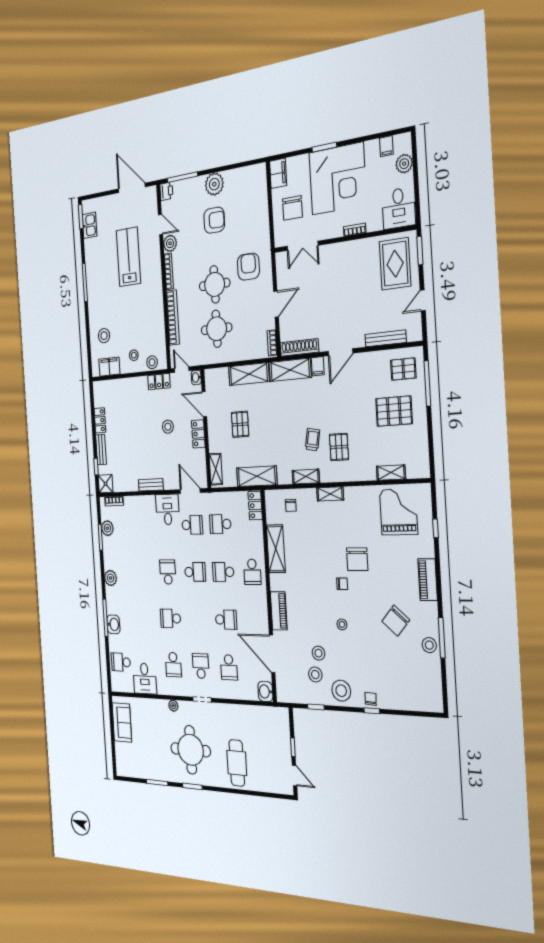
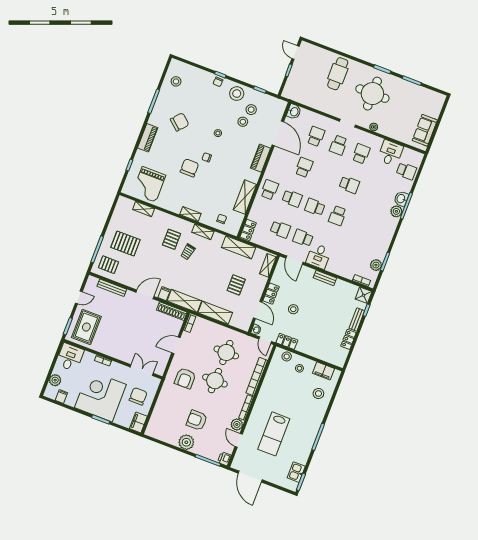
plant: (111, 578) -> (396, 211), moved
school desk: (226, 620) -> (304, 167), turned 90
stool: (429, 645) -> (176, 81), moved

